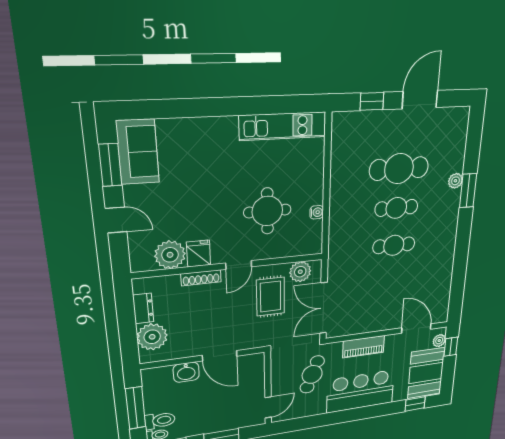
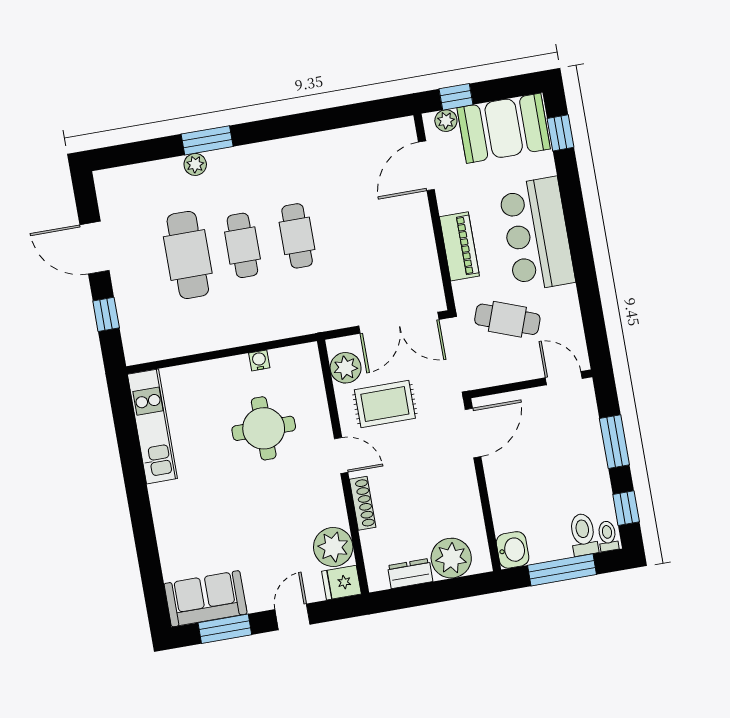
fridge: (199, 254) -> (341, 583), moved
door: (220, 356) -> (473, 433), moved
washbasin: (186, 372) -> (513, 550), moved

